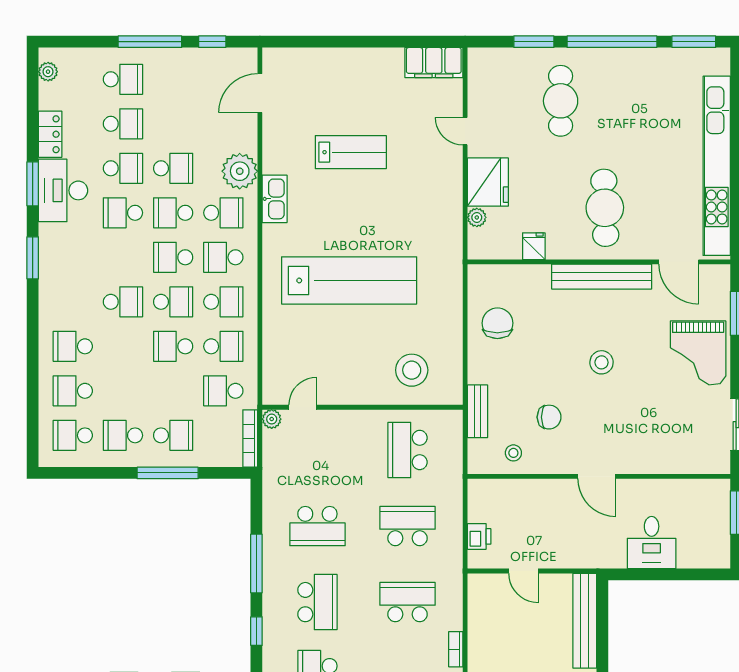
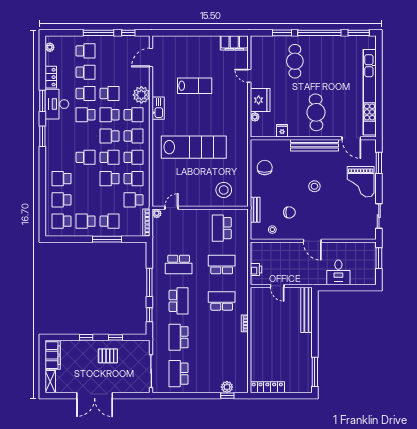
school desk: (223, 257) -> (134, 136), turned 180

